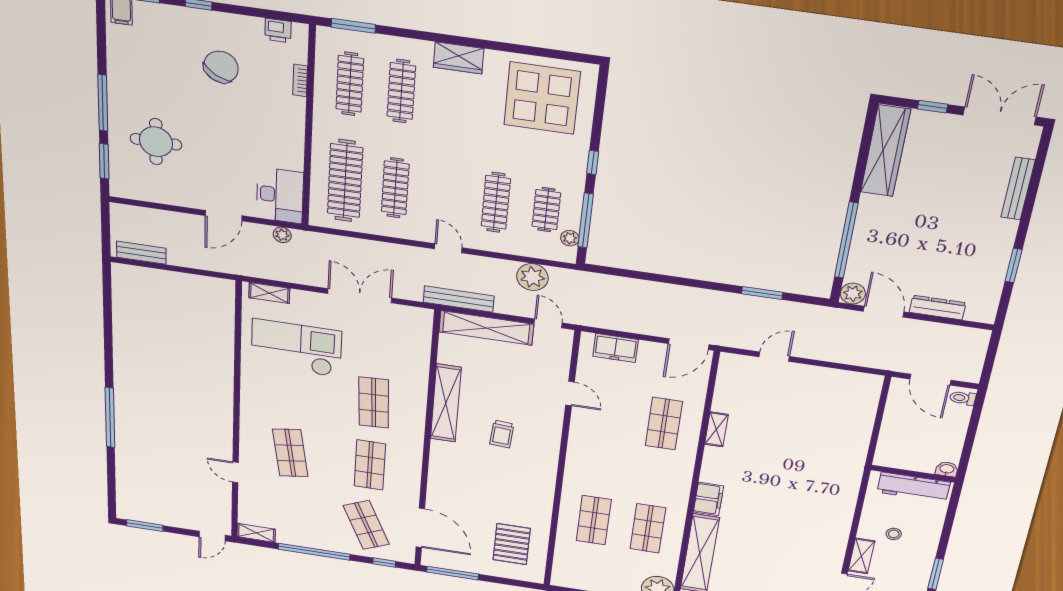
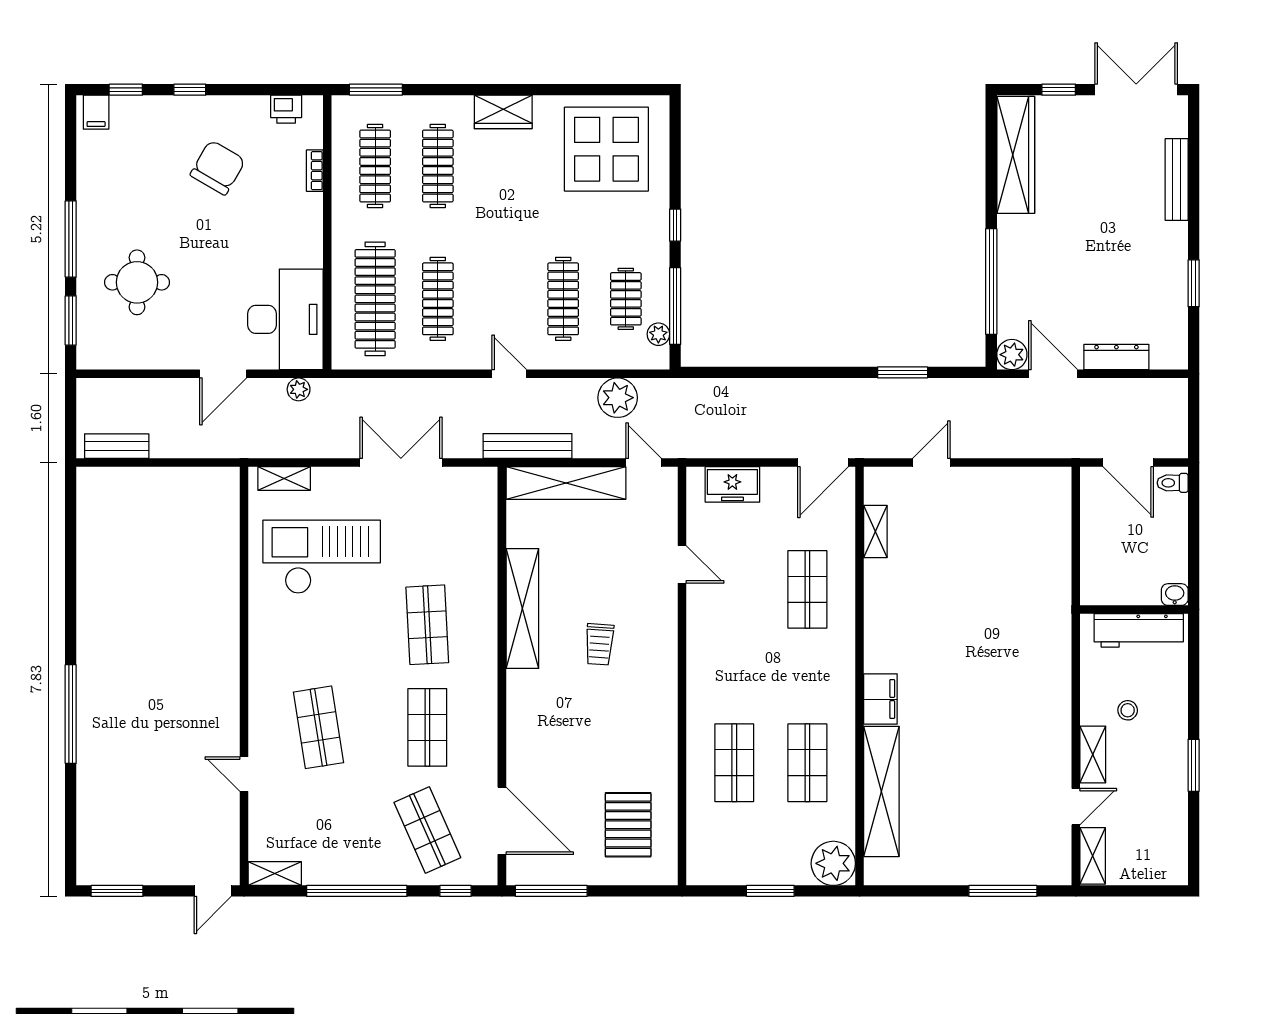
desk: (280, 195) -> (285, 319), width x1.36, depth x1.30
shelving: (716, 429) -> (875, 532), moved

